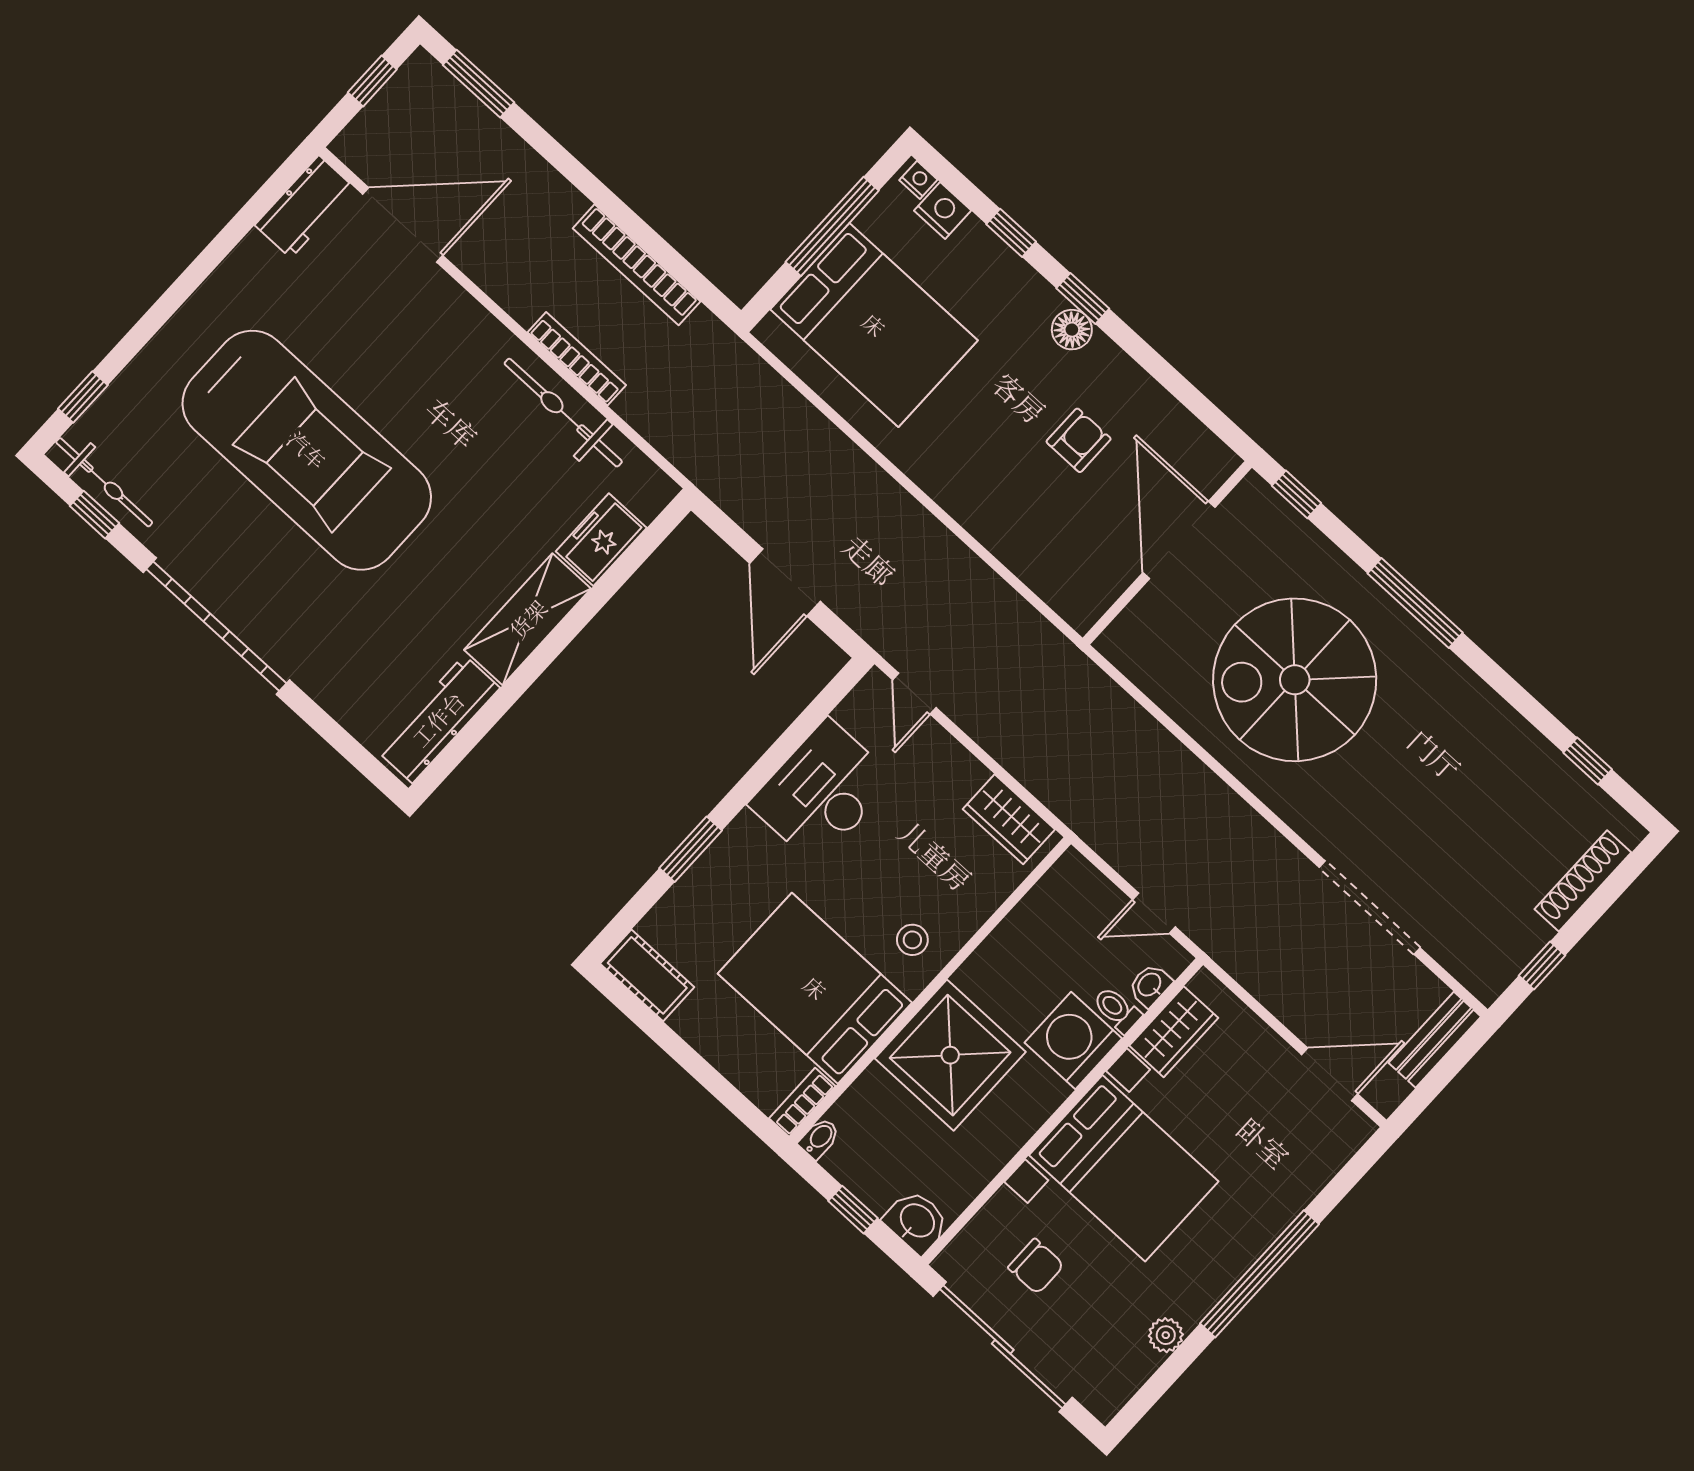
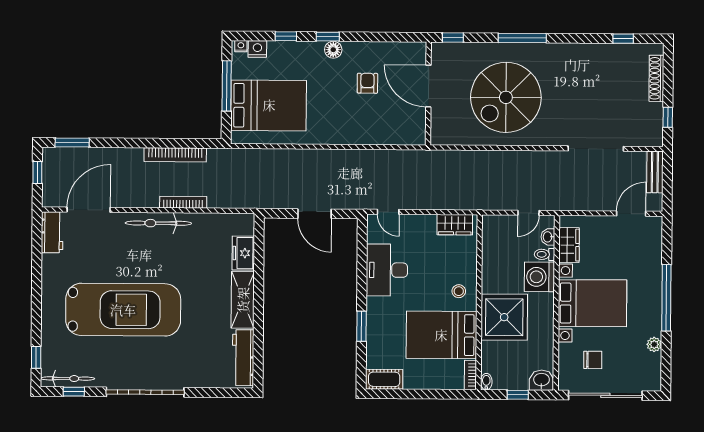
bicycle: (563, 413) -> (158, 223), moved

